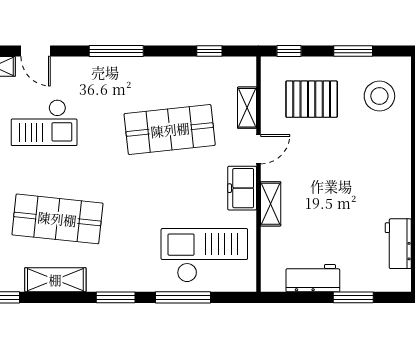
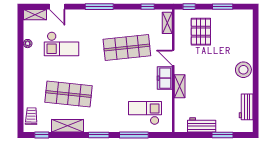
stool: (379, 96) -> (243, 70), moved
pallet: (312, 99) -> (201, 32), turned 90
shelving: (247, 108) -> (167, 23), moved
door: (258, 149) -> (173, 58), swing flipped
checkout: (204, 255) -> (145, 113), width x0.73, depth x0.83

